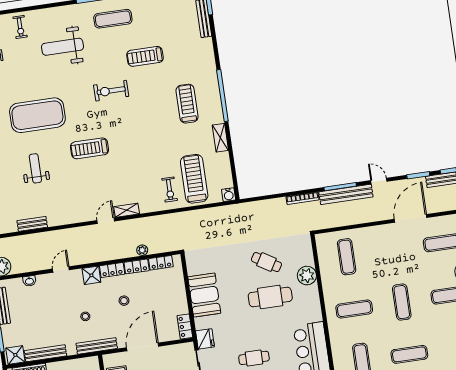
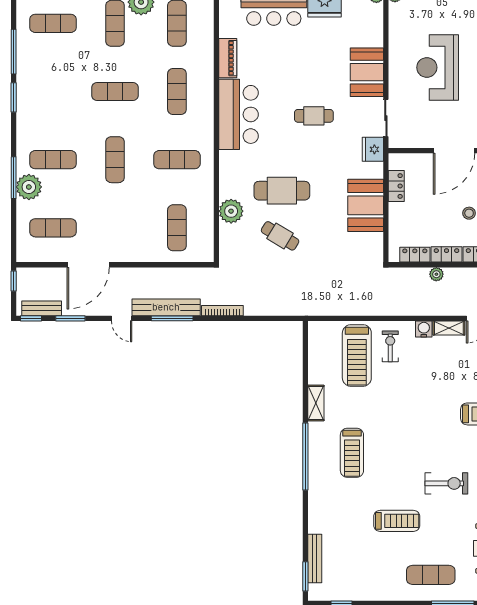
water cooler: (229, 195) -> (424, 329), moved
locker: (185, 327) -> (396, 186), moved

